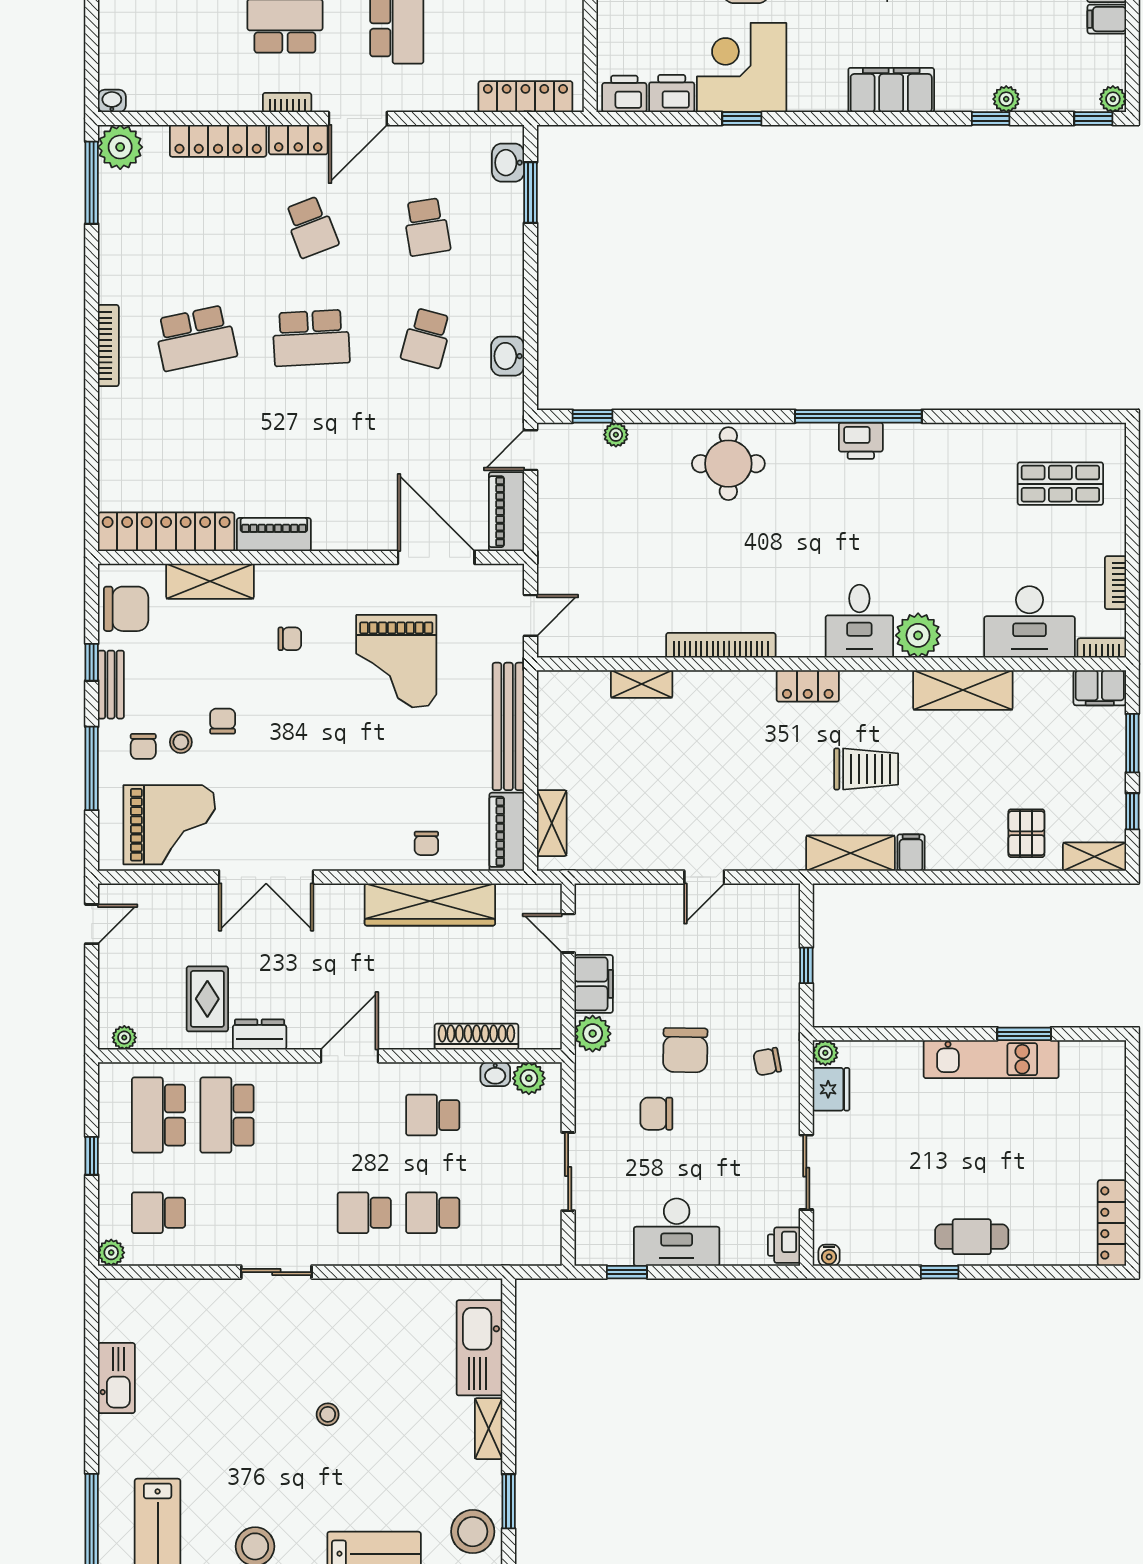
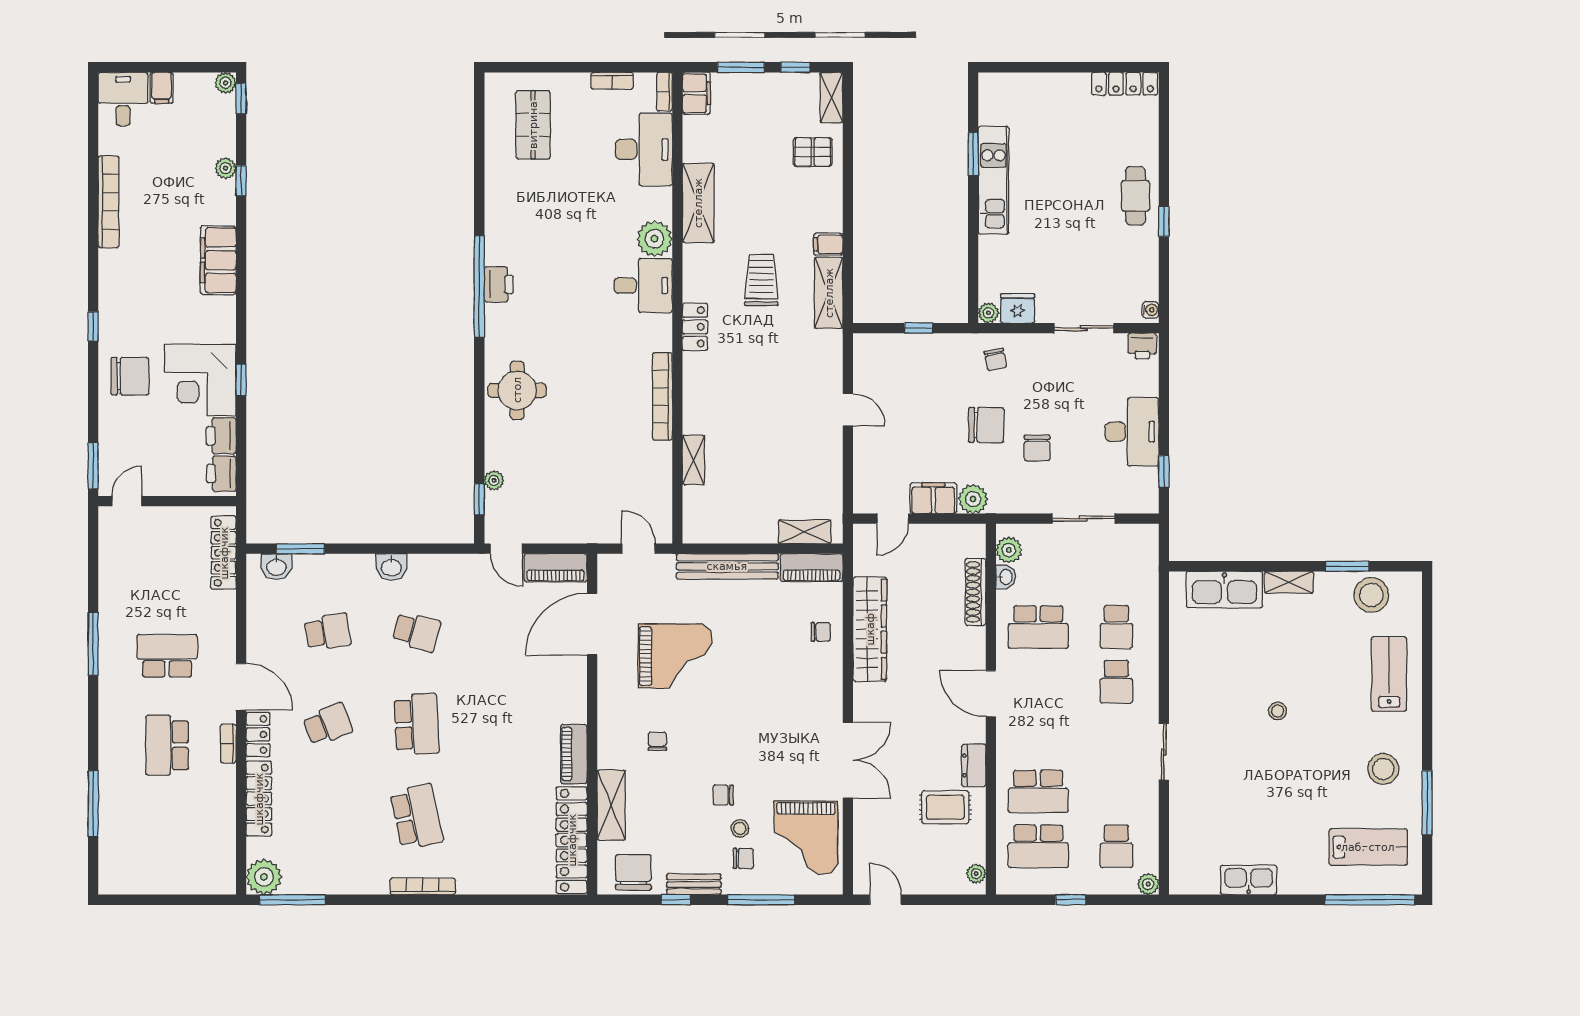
washbasin: (112, 101) -> (227, 884), removed
washbasin: (508, 356) -> (391, 567), moved
grand piano: (169, 825) -> (806, 838), turned 180
school desk: (433, 1115) -> (1038, 627), width x1.85

